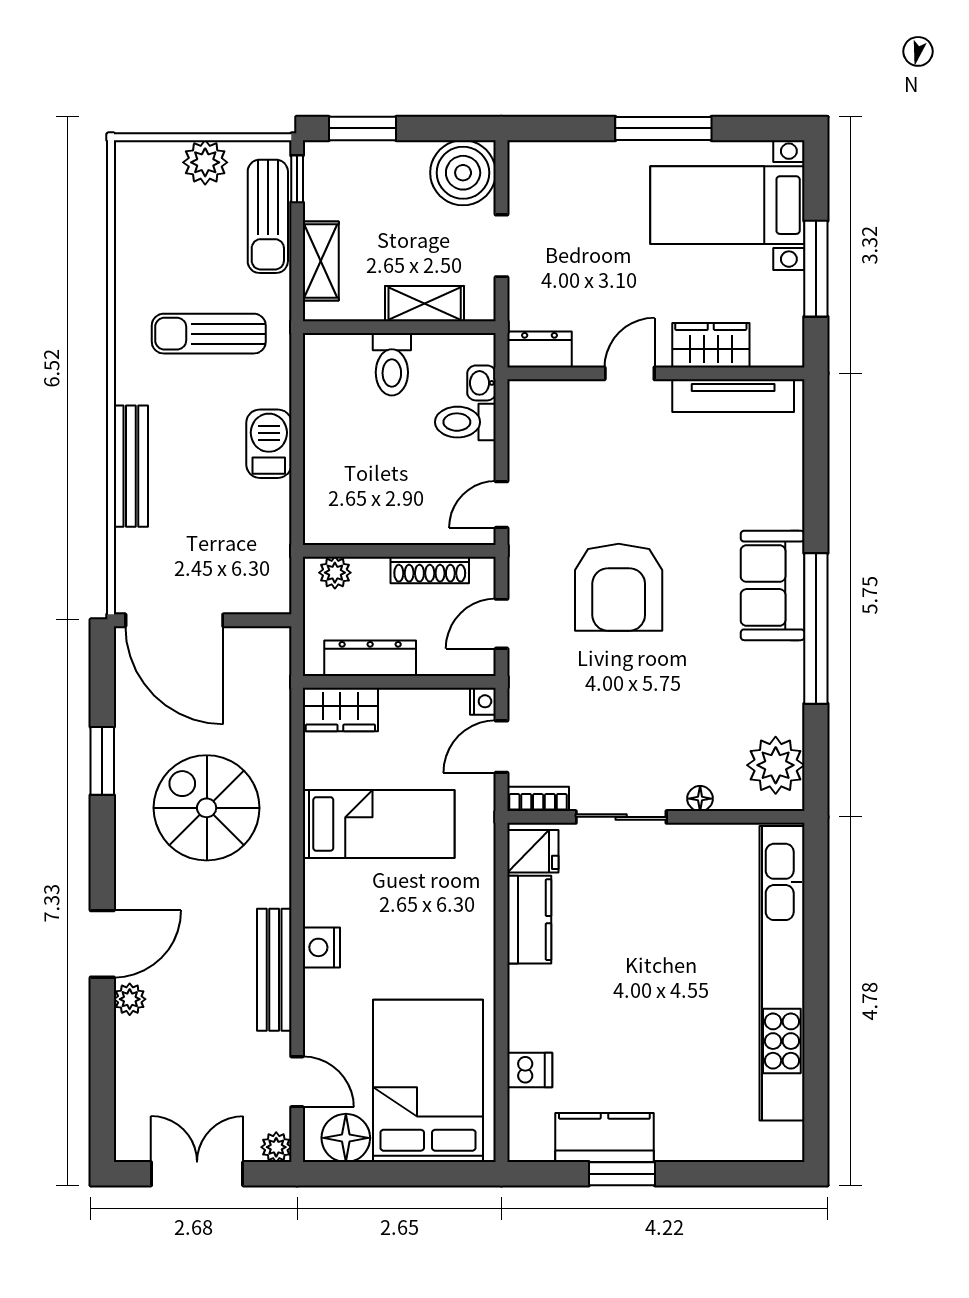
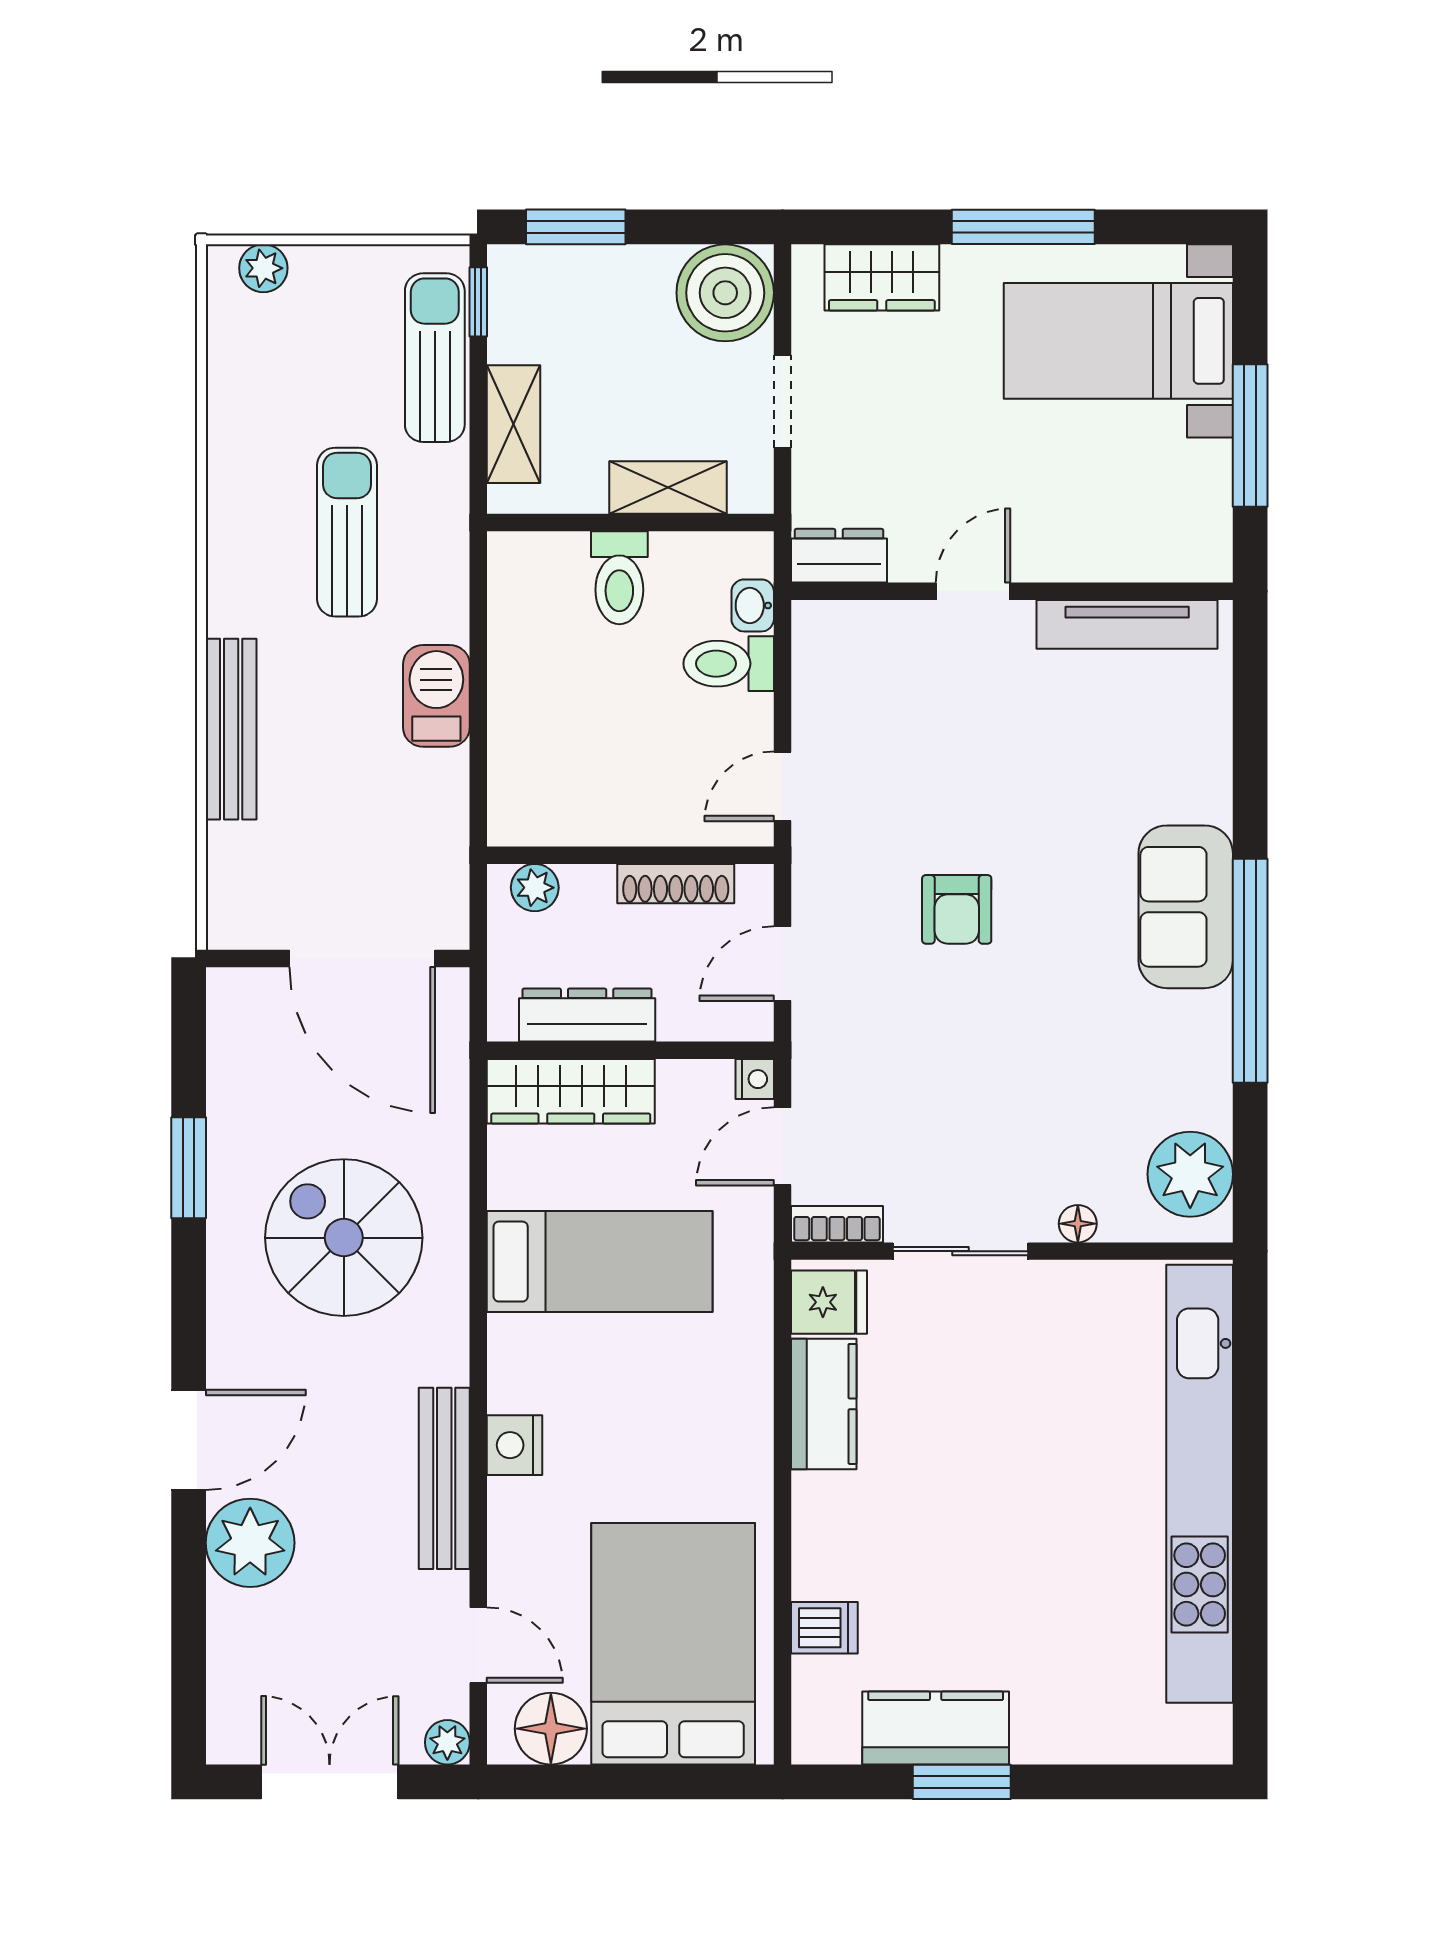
plant: (205, 162) -> (263, 268), moved, width x0.73, depth x0.73
sun lounger: (268, 216) -> (435, 358), turned 180
sun lounger: (209, 334) -> (347, 532), turned 90
wardrobe: (711, 345) -> (882, 277), moved, turned 180
armchair: (619, 587) -> (957, 909), width x0.53, depth x0.53
door: (174, 620) -> (362, 958), moved
wardrobe: (340, 710) -> (571, 1091), width x1.50
plant: (130, 999) -> (250, 1543), width x1.88, depth x1.88

